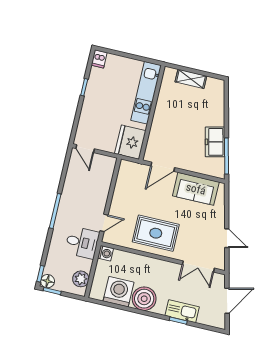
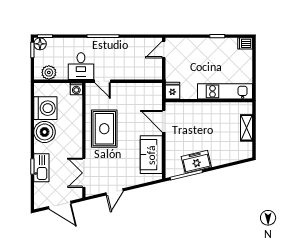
fridge: (130, 142) -> (172, 91), width x0.53, depth x0.75

